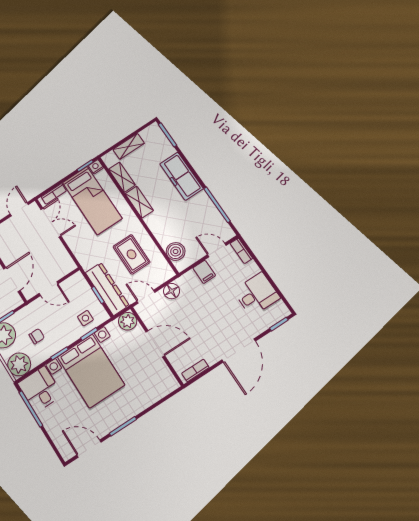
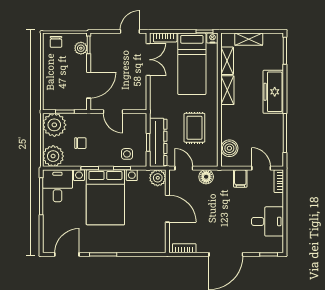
door: (89, 449) -> (67, 254), hinge flipped

